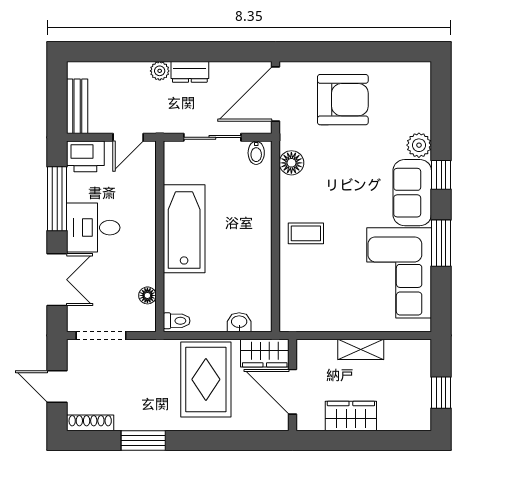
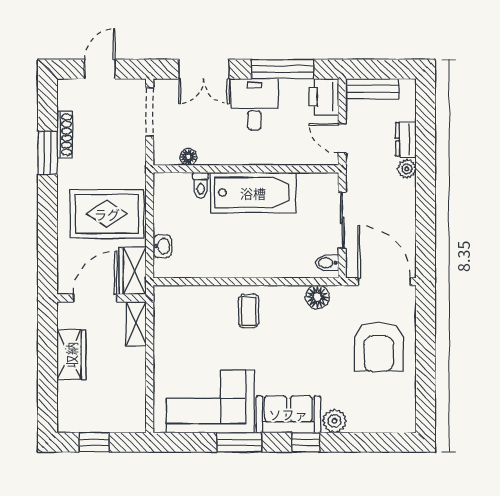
dresser: (190, 72) -> (406, 140), moved
toilet: (177, 321) -> (201, 185), moved
shelving: (361, 349) -> (136, 324), moved
shoe rack: (90, 423) -> (65, 135), moved

